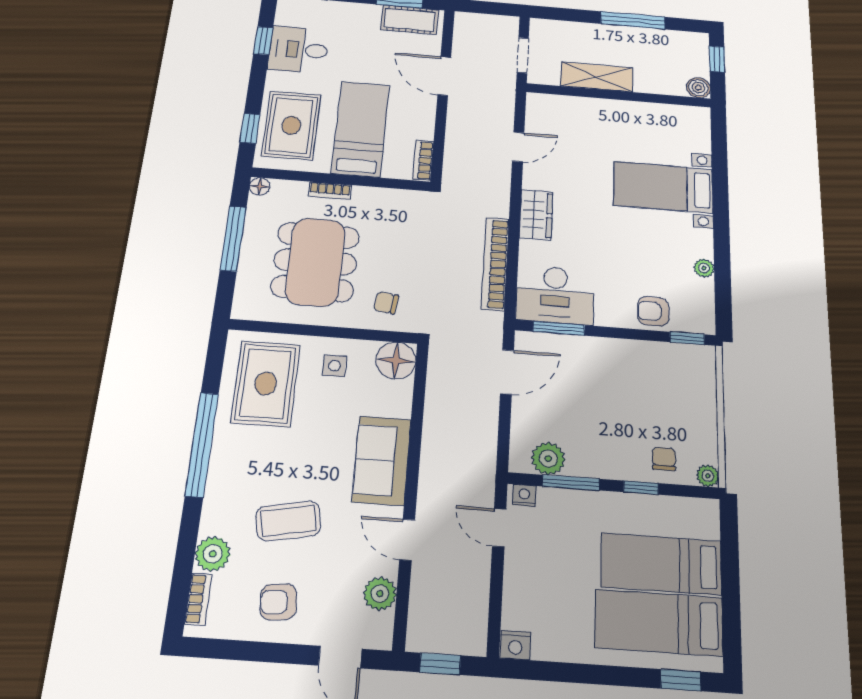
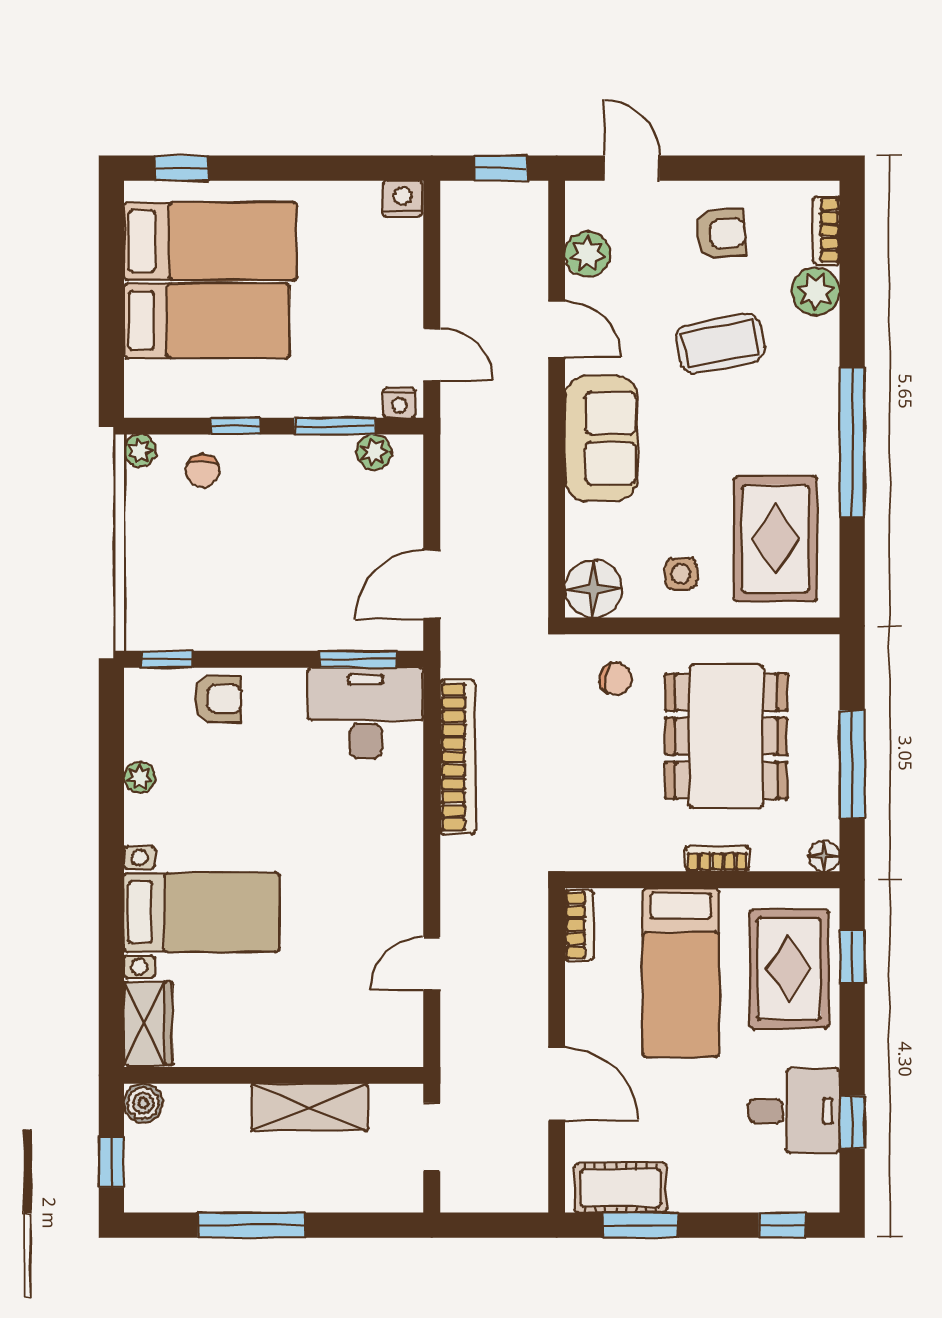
wardrobe: (536, 215) -> (148, 1023), moved, turned 180
plant: (548, 459) -> (374, 452), width x0.73, depth x0.73

